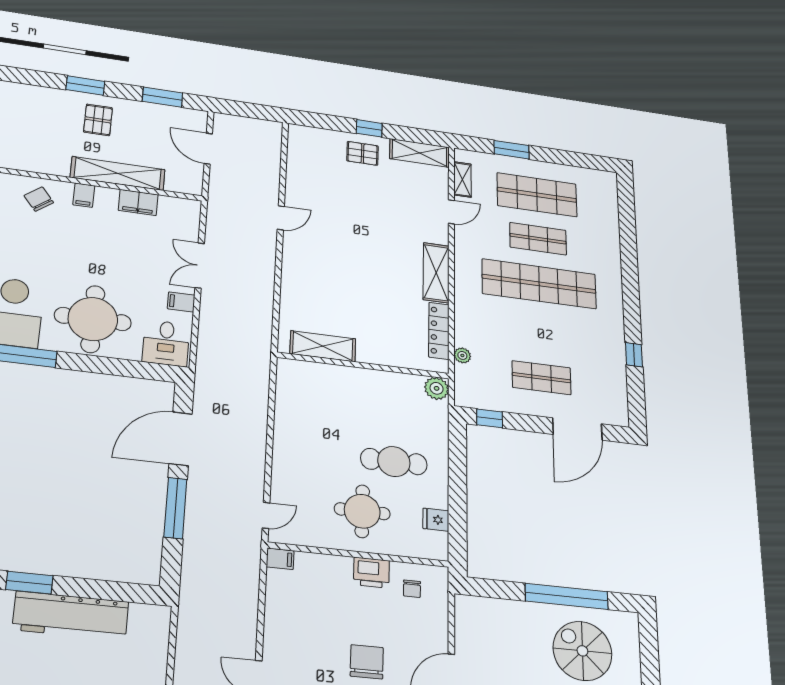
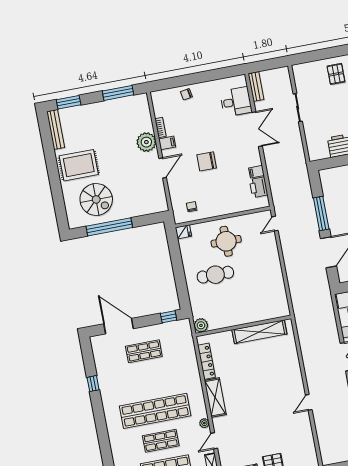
shelving: (323, 346) -> (259, 332), width x1.47
plant: (462, 355) -> (204, 423), moved
door: (577, 429) -> (119, 326), hinge flipped
fridge: (436, 520) -> (183, 232), moved
filing cabinet: (280, 559) -> (256, 172), moved
printer: (371, 573) -> (259, 187), moved, turned -90
chair: (367, 662) -> (207, 161), turned 90

